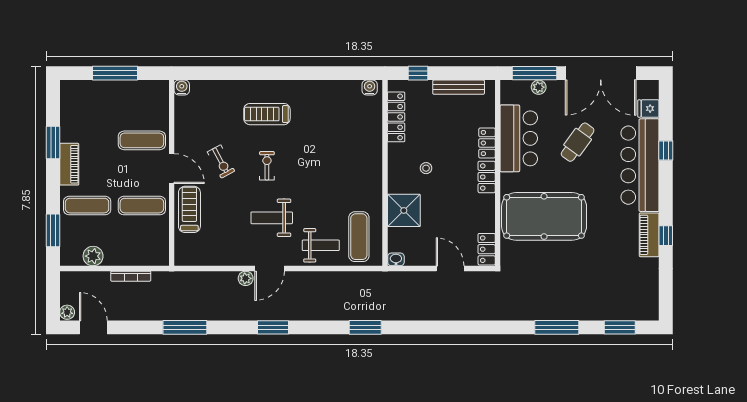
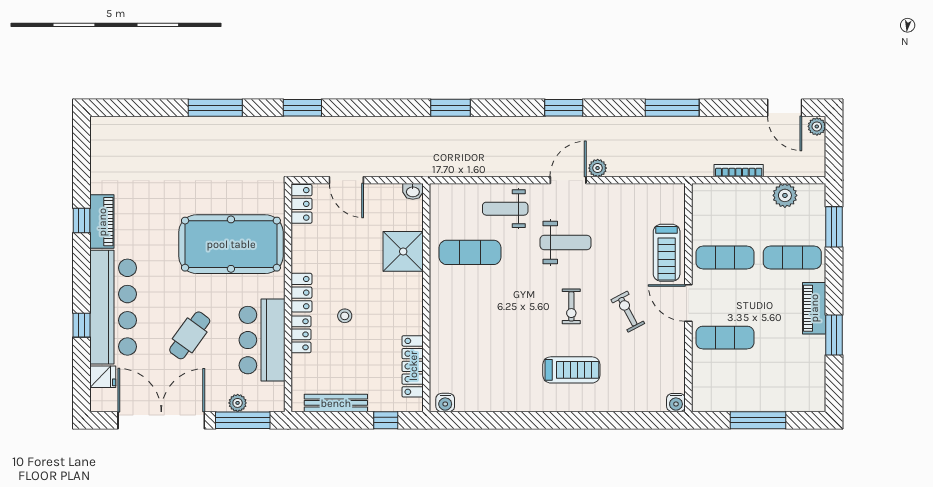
stool: (426, 168) -> (345, 316), moved
exercise mat: (359, 237) -> (470, 252), moved, turned 90
window: (620, 327) -> (302, 108), moved

